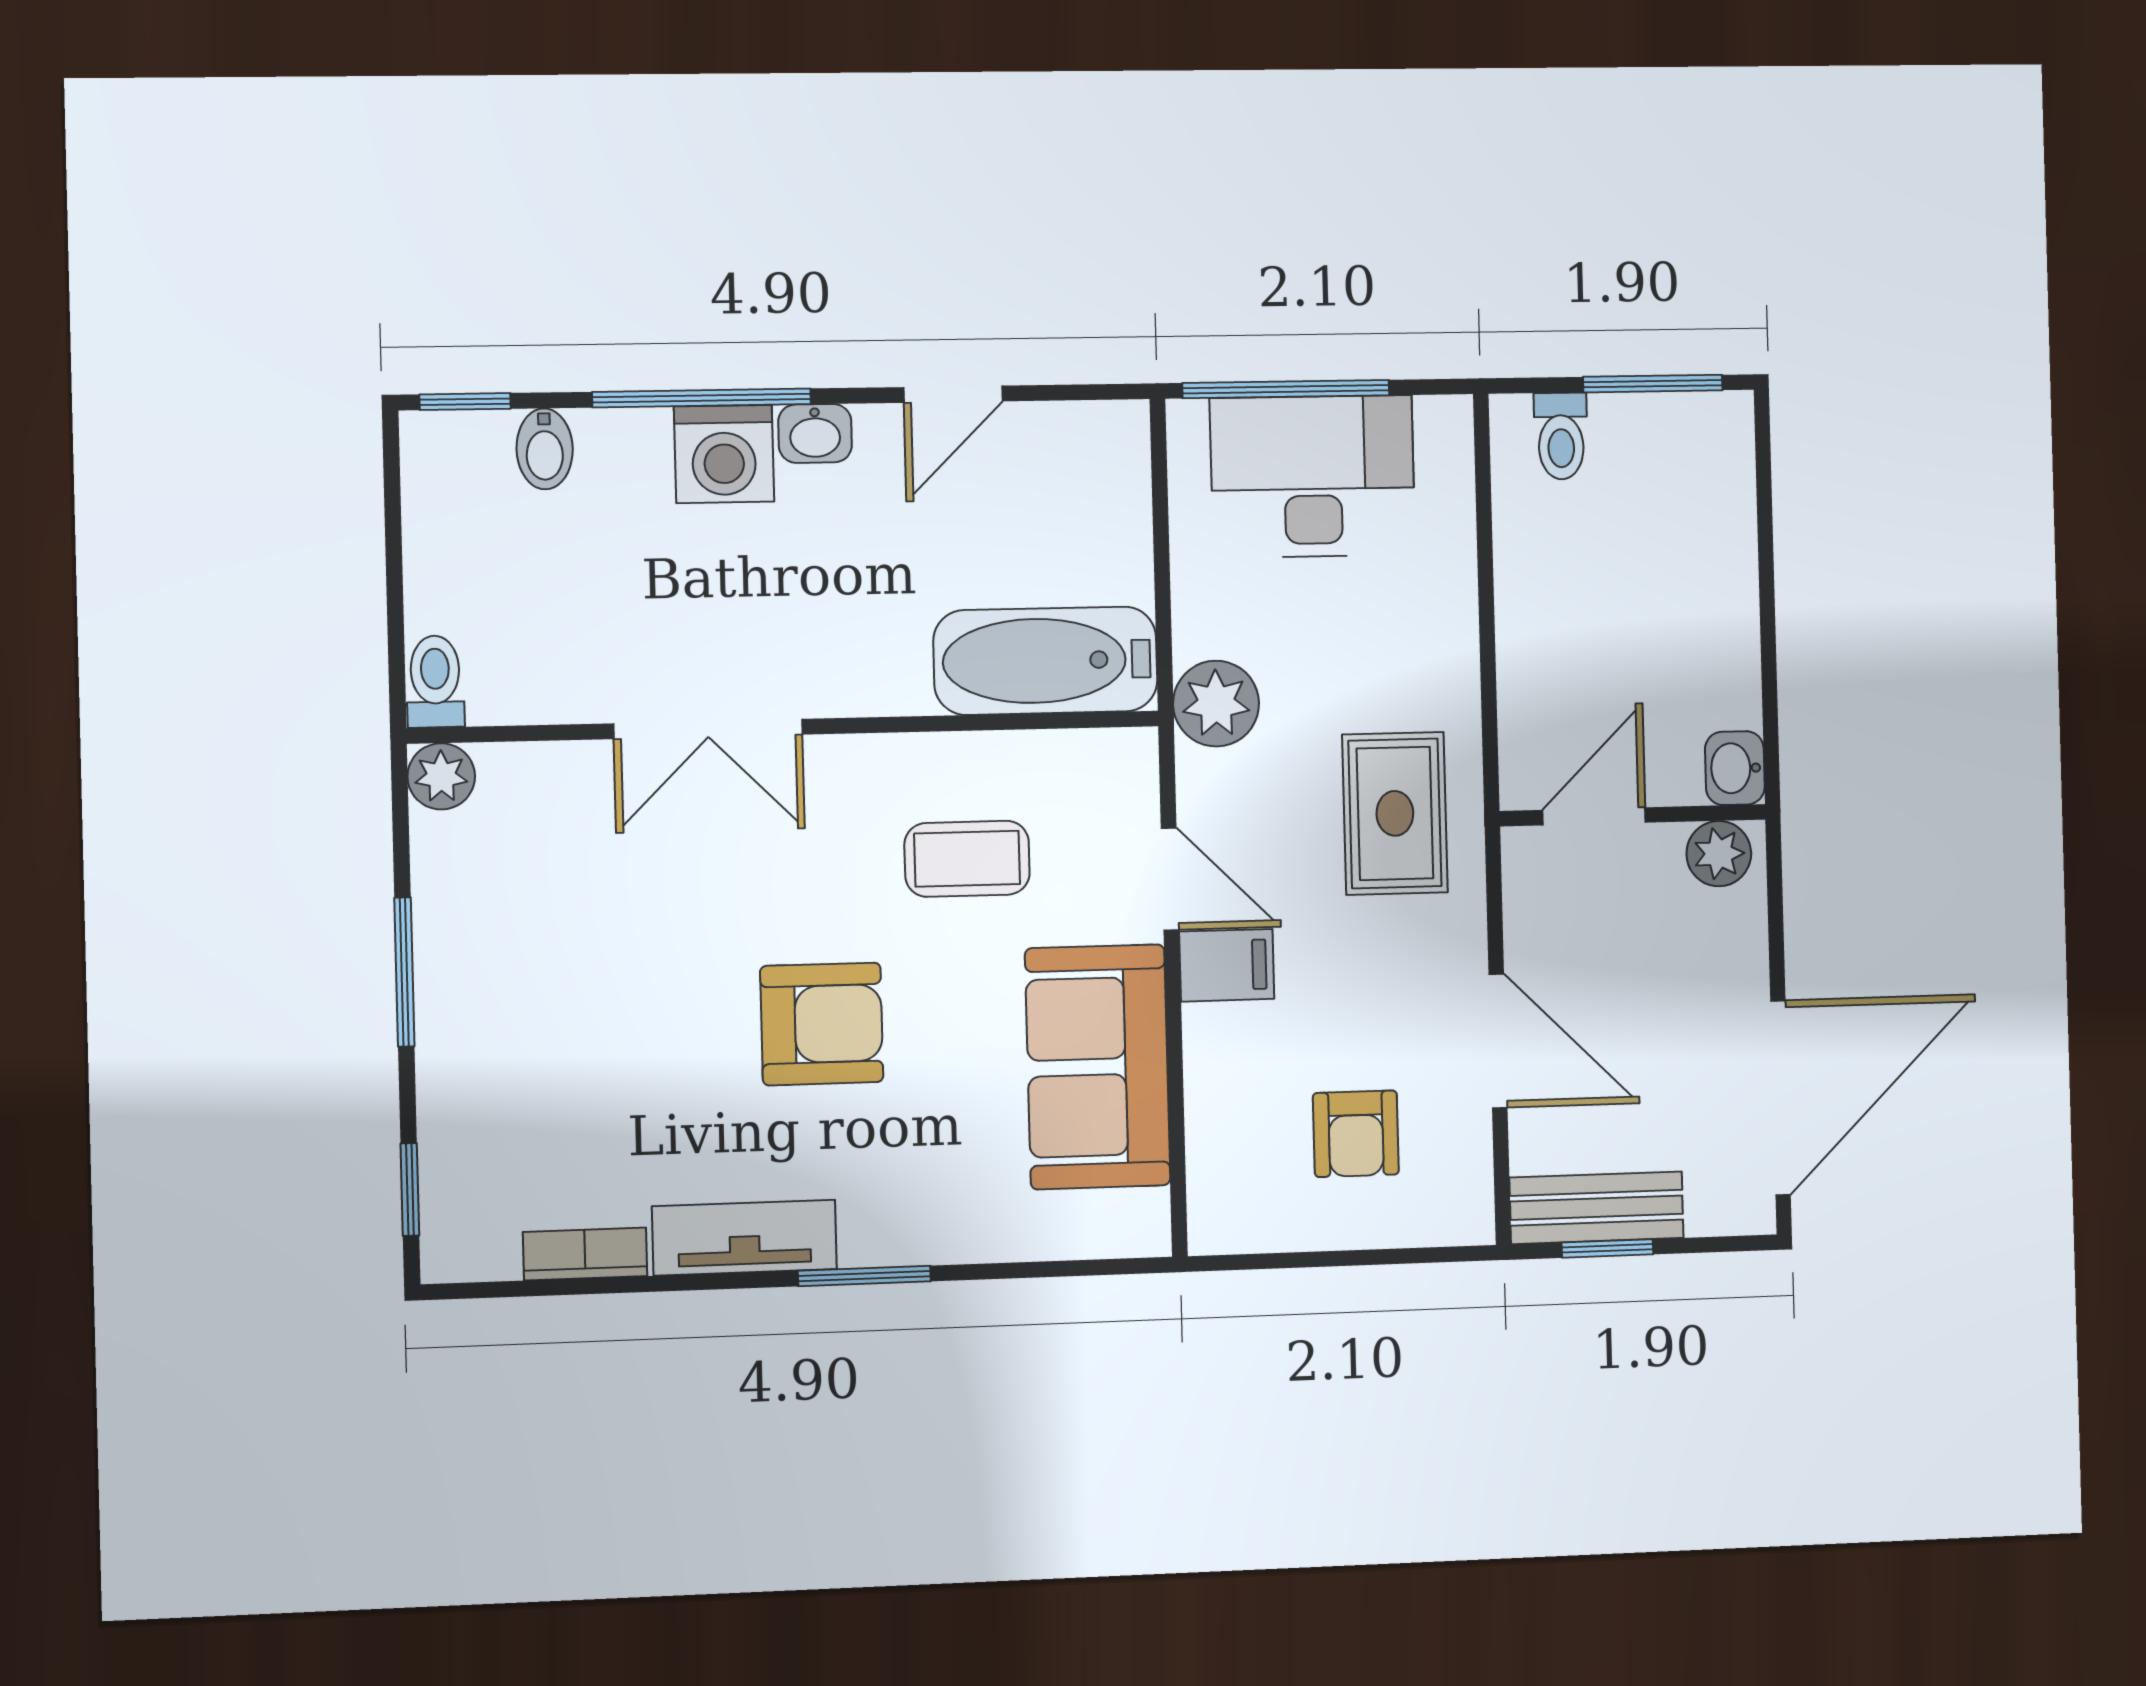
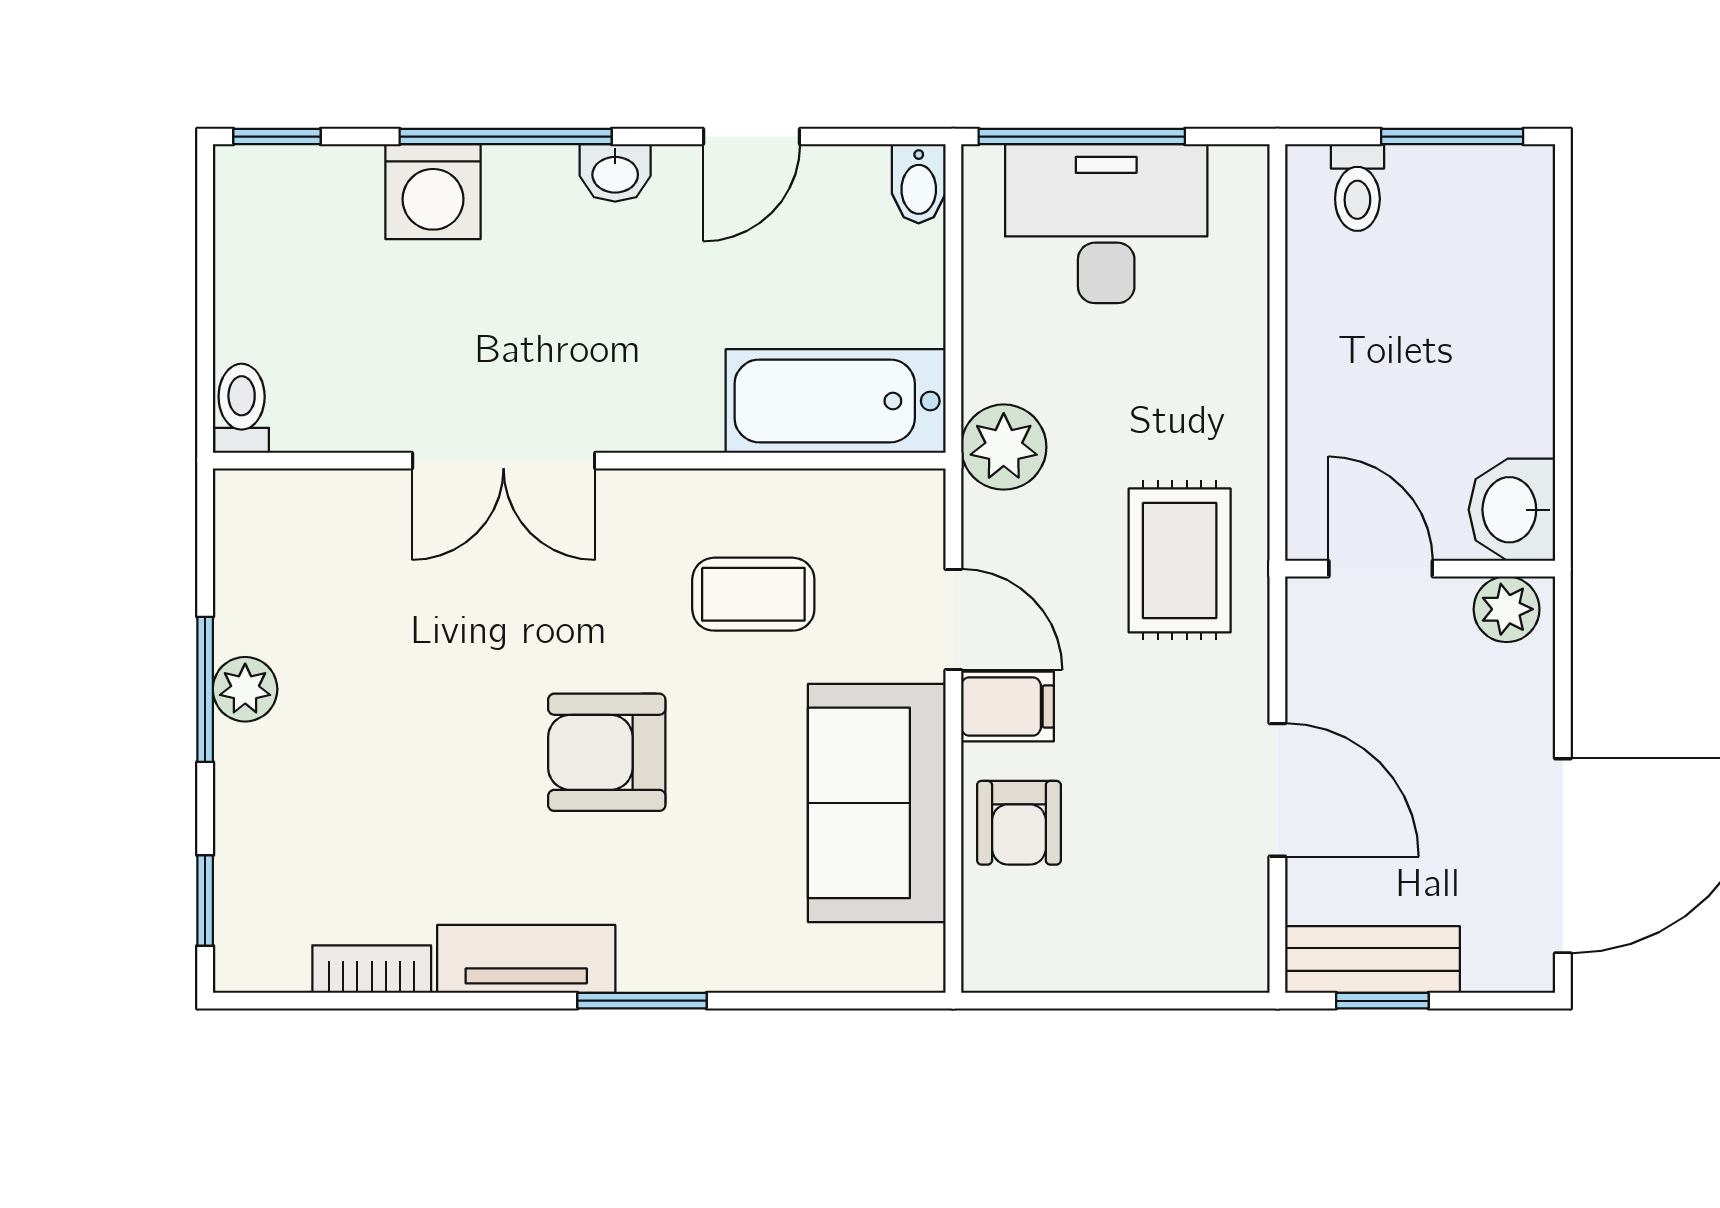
bidet: (545, 449) -> (919, 184), moved
washing machine: (724, 454) -> (433, 192), moved
washbasin: (1735, 768) -> (1512, 510), width x1.38, depth x1.45
plant: (441, 776) -> (245, 689), moved
door: (1594, 816) -> (1381, 569), hinge flipped
armchair: (822, 1024) -> (607, 752), turned 180
armchair: (1356, 1134) -> (1019, 823), moved

